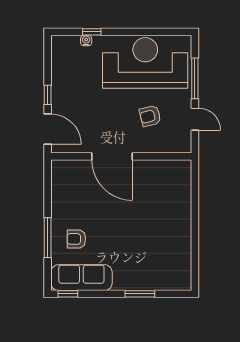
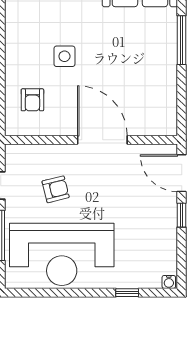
water cooler: (86, 40) -> (169, 282), moved
side table: (143, 224) -> (64, 56), added
armchair: (76, 239) -> (32, 100), moved, turned 90

